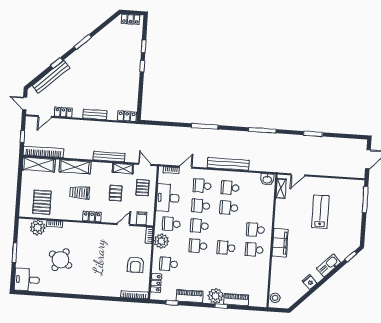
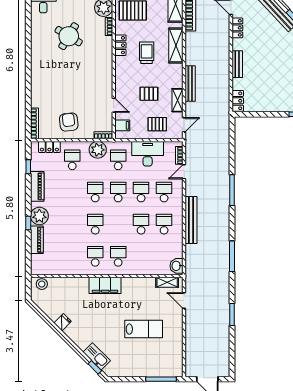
door: (186, 167) -> (184, 172), swing flipped
locker: (92, 217) -> (120, 45), moved
armchair: (135, 265) -> (69, 122), turned 83
kitchen sink: (329, 265) -> (97, 356), moved

